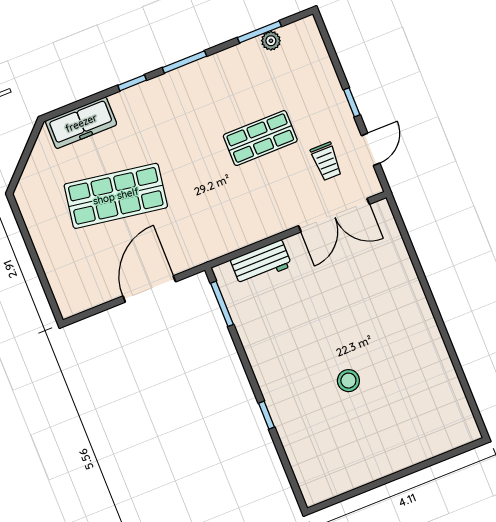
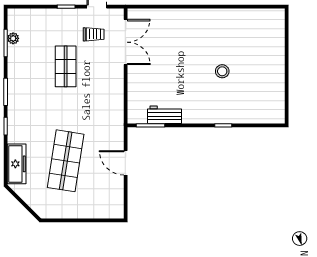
workbench: (261, 263) -> (164, 115), moved, turned -90
door: (149, 289) -> (126, 163), width x0.73

